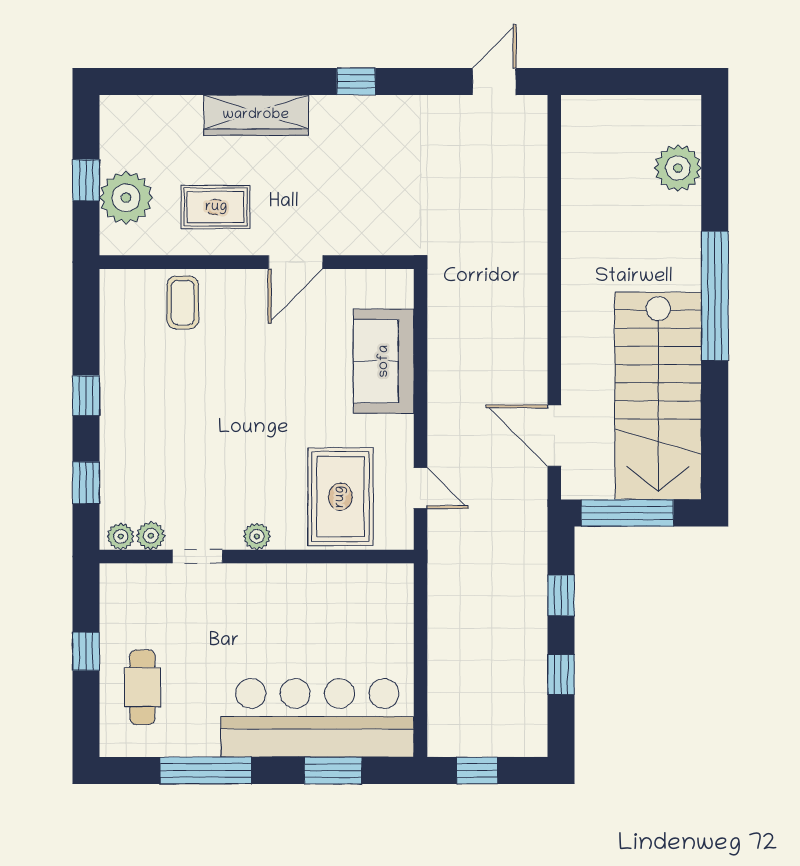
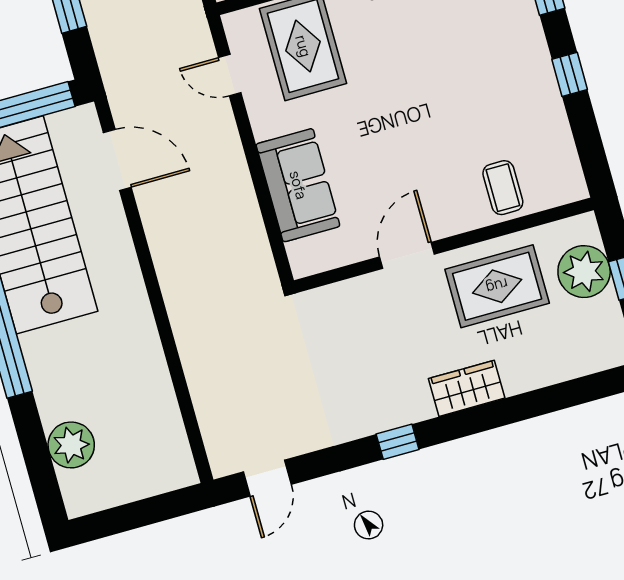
wardrobe: (256, 115) -> (467, 388), width x0.67
rug: (216, 207) -> (497, 286), width x1.36, depth x1.43

